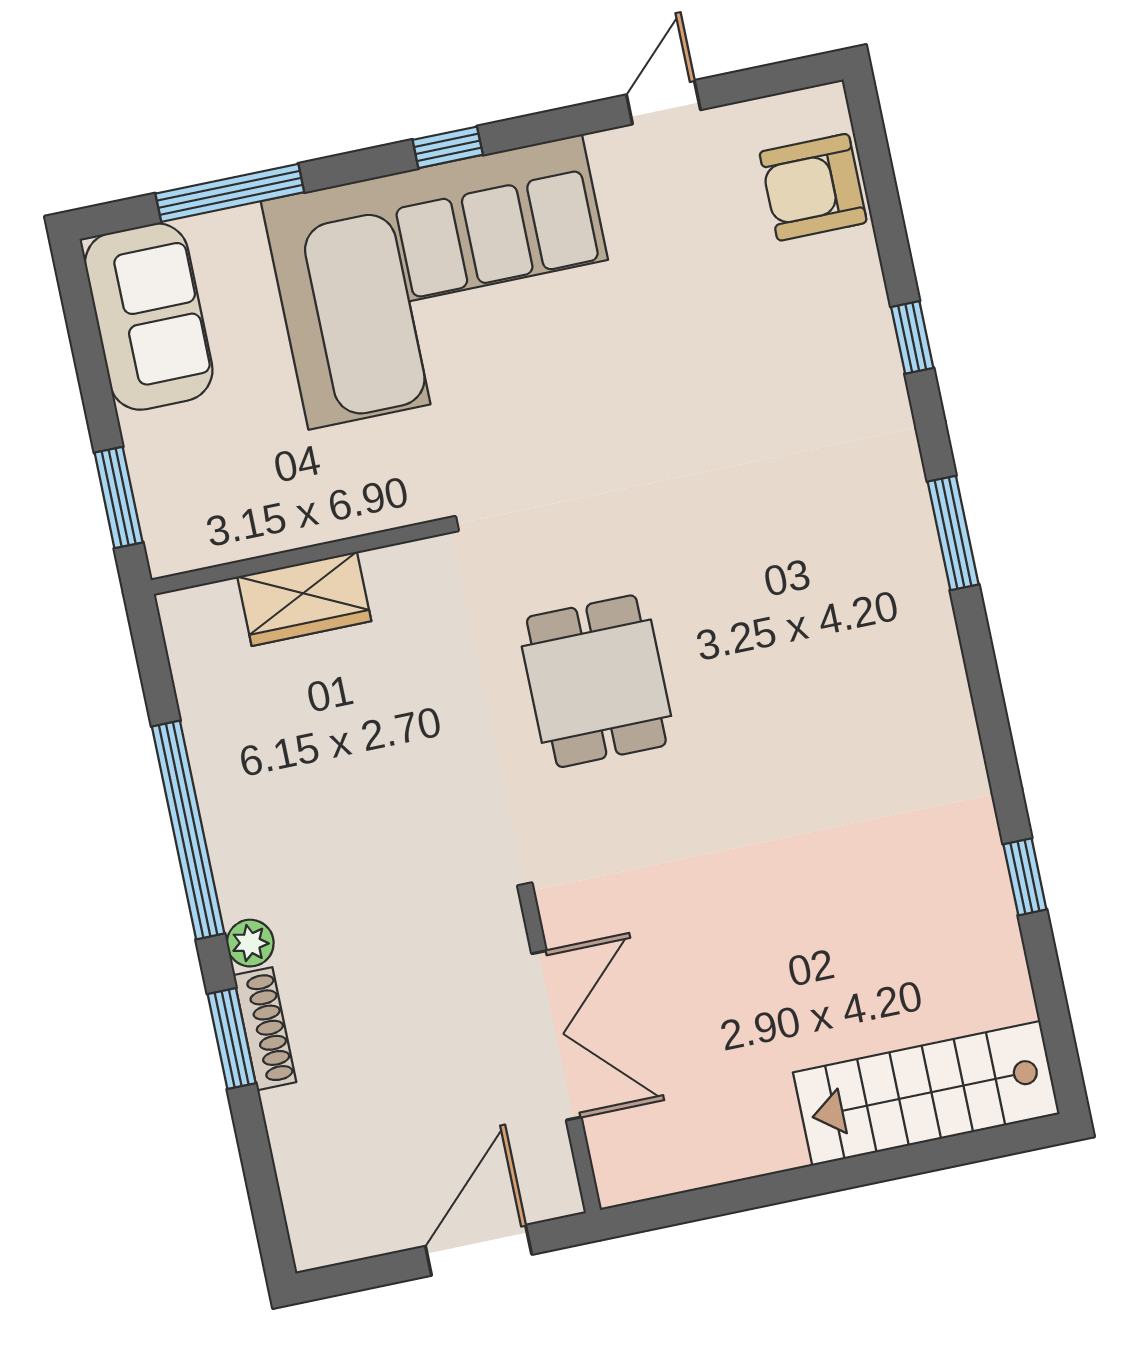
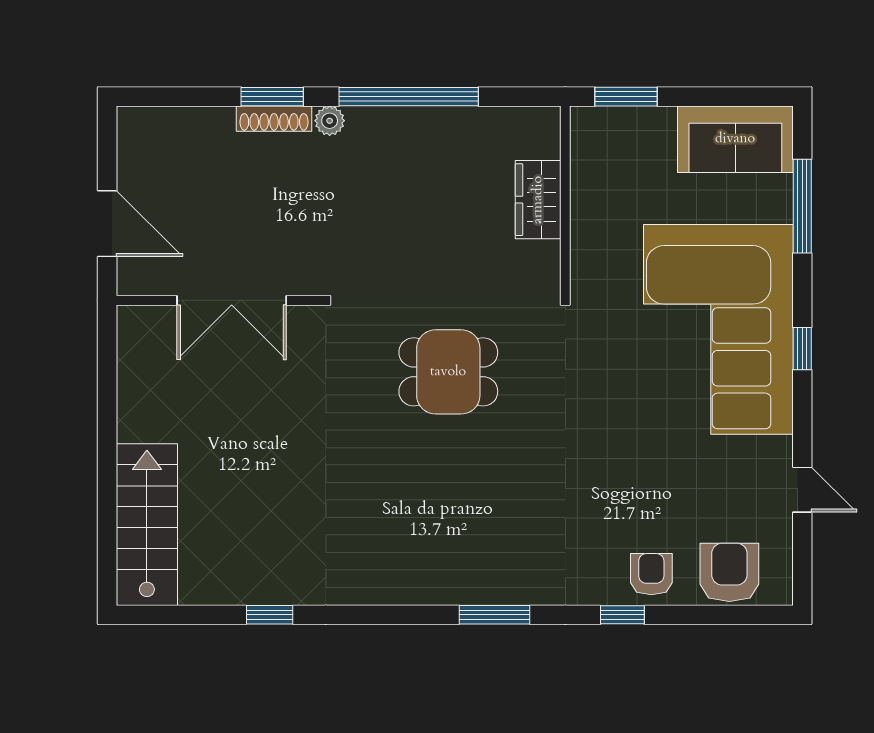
armchair: (841, 306) -> (651, 574), added

